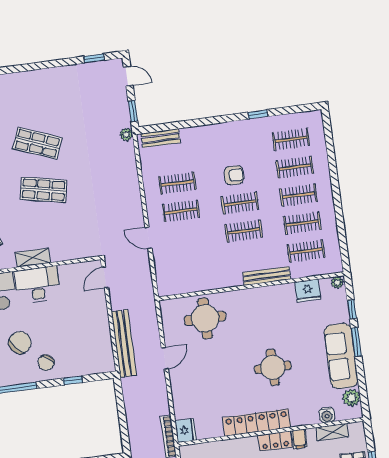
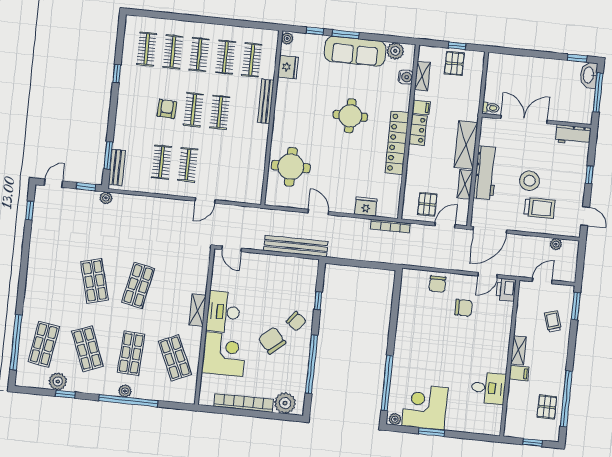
window: (171, 126) -> (108, 155), added
shop shelf: (37, 143) -> (94, 281), turned -36
fridge: (186, 430) -> (366, 207), moved

